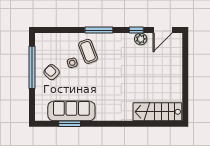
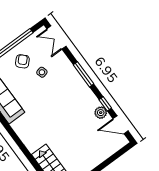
double door: (53, 30) -> (56, 38), added
coffee table: (88, 51) -> (60, 78), removed

